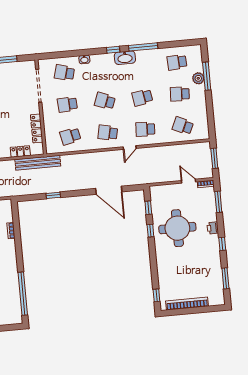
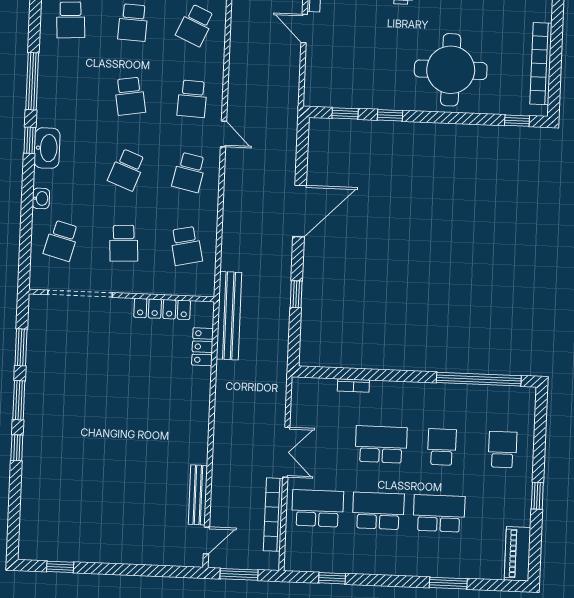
washbasin: (125, 58) -> (47, 148), moved
door: (189, 181) -> (304, 29), hinge flipped
door: (109, 190) -> (300, 211), moved
round table: (177, 228) -> (451, 70), moved

